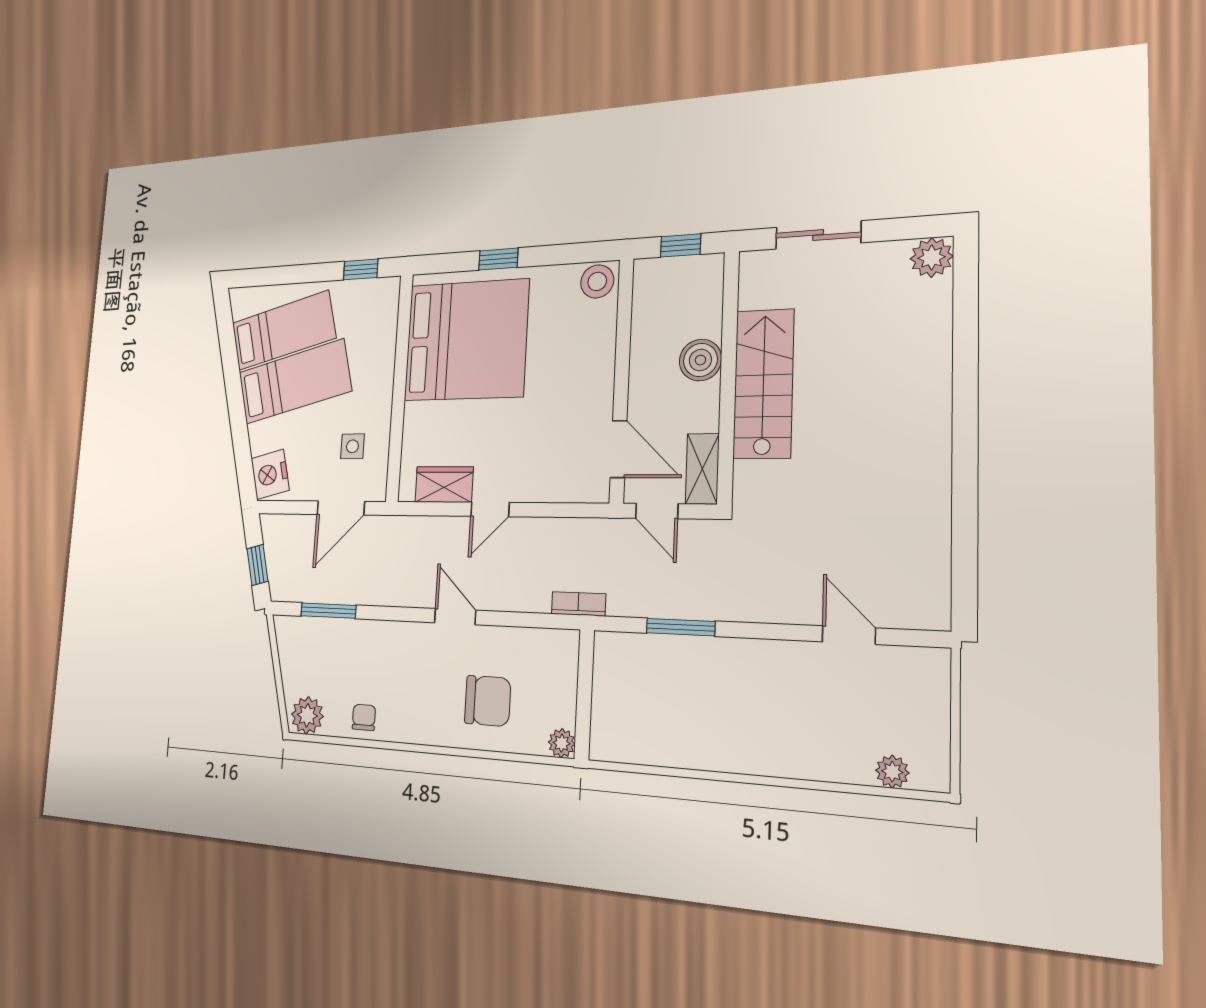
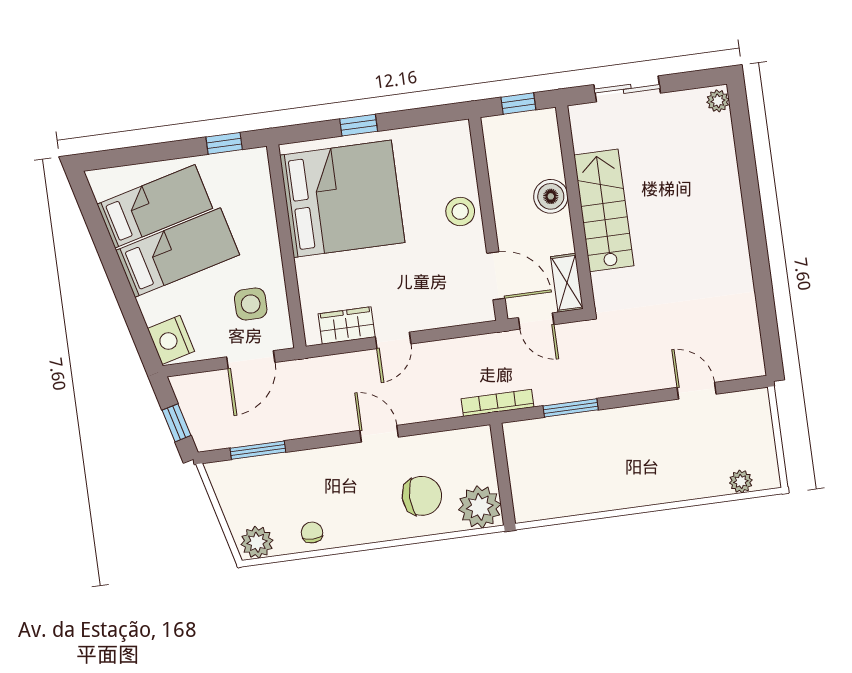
plant: (932, 257) -> (718, 101), width x0.73, depth x0.73
stool: (597, 281) -> (460, 211), moved
side table: (352, 446) -> (251, 304), width x1.37, depth x1.37
bookcase: (578, 604) -> (497, 403), width x1.56
plant: (562, 743) -> (480, 507), width x1.87, depth x1.87

